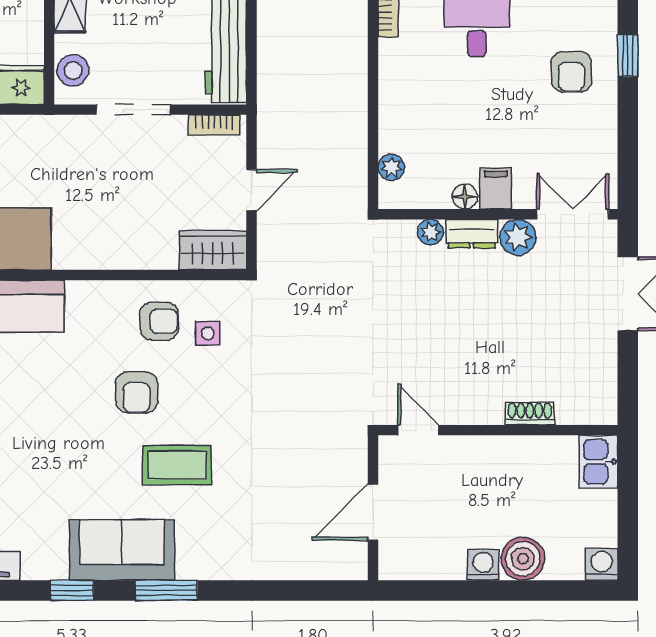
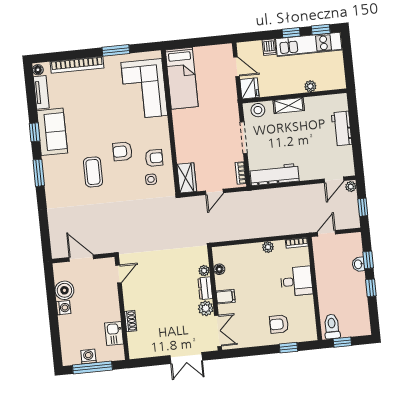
plant: (391, 167) -> (268, 247), moved
door: (252, 190) -> (214, 192), hinge flipped
floor lamp: (465, 197) -> (219, 269), moved
armchair: (159, 321) -> (154, 158), turned -90
kitchen sink: (598, 462) -> (114, 333), moved, turned -90
window: (628, 512) -> (92, 367), added
sofa: (122, 550) -> (52, 132), moved
boiler: (523, 559) -> (64, 290), moved
washing machine: (602, 564) -> (88, 357), moved, turned -90

